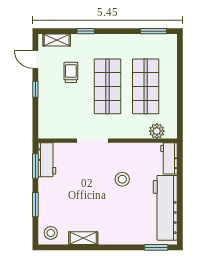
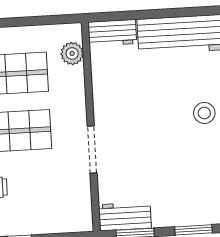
stool: (122, 179) -> (204, 113), moved

